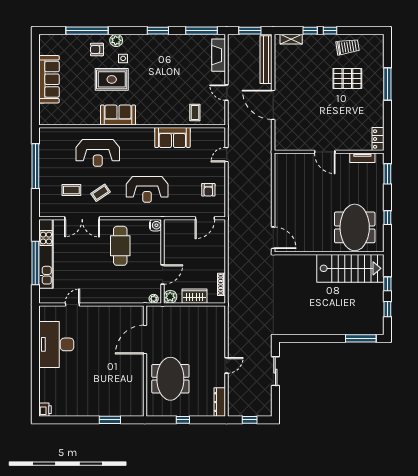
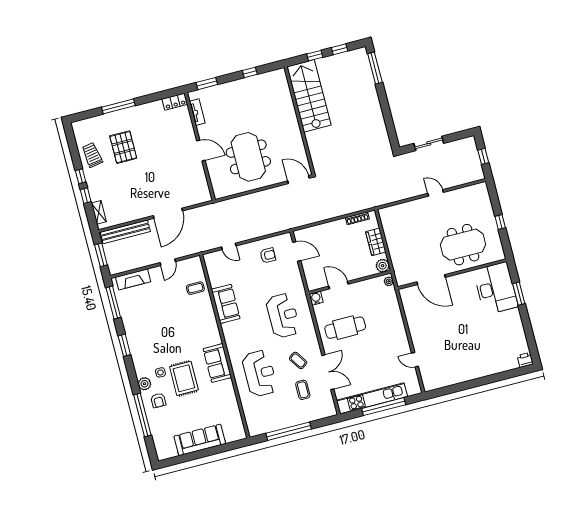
door: (325, 152) -> (201, 151), hinge flipped
meeting table: (355, 227) -> (248, 157), moved, turned 90
door: (273, 238) -> (298, 180), hinge flipped
door: (162, 275) -> (339, 285), moved
desk: (56, 344) -> (496, 288), moved, turned -90
dresser: (220, 402) -> (473, 190), removed

